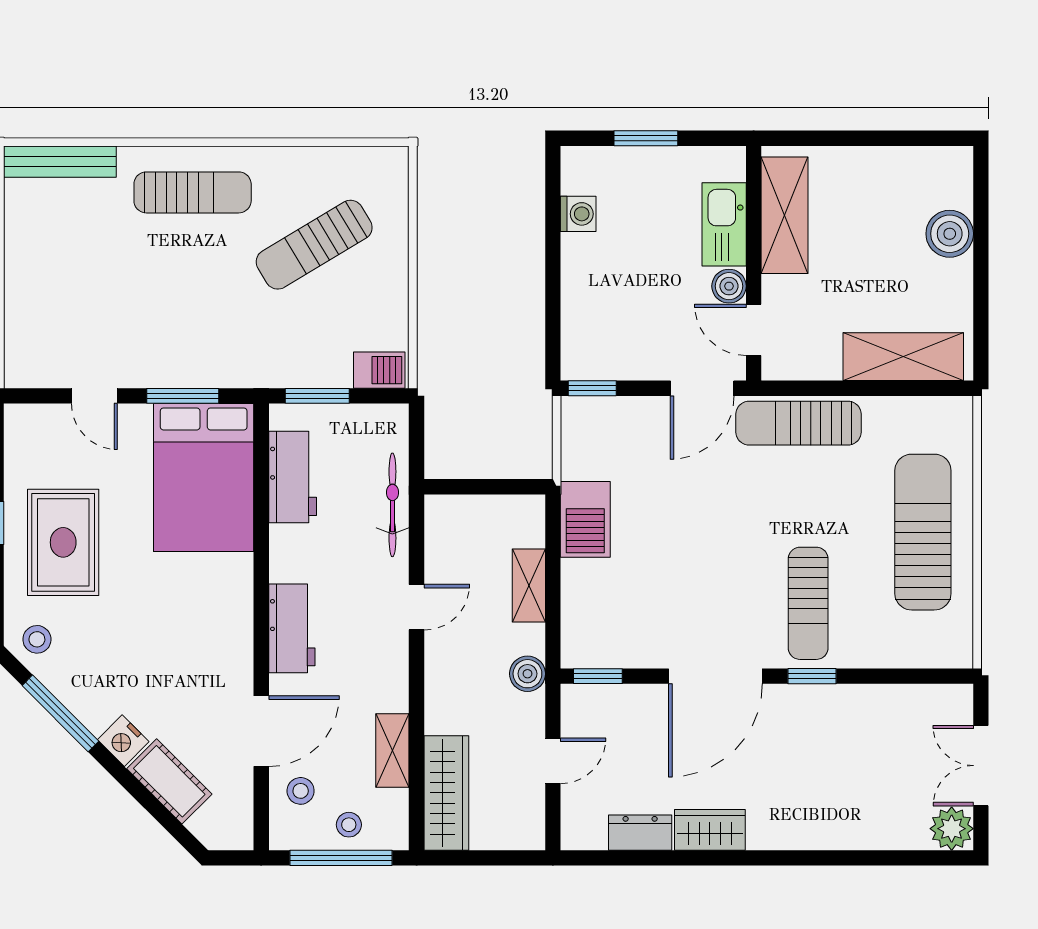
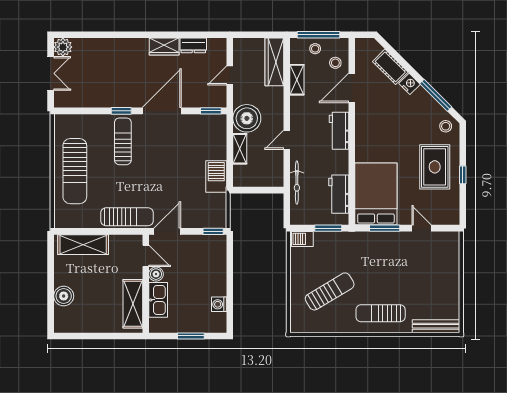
boiler: (527, 674) -> (247, 118), width x1.86, depth x1.86

